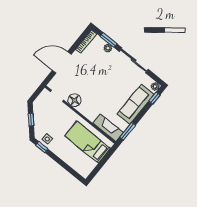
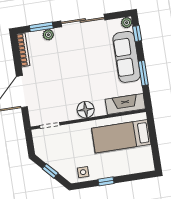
floor lamp: (74, 100) -> (86, 110), moved
window: (128, 131) -> (143, 73), moved
window: (42, 147) -> (106, 181), moved

